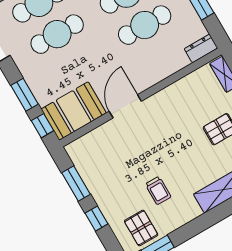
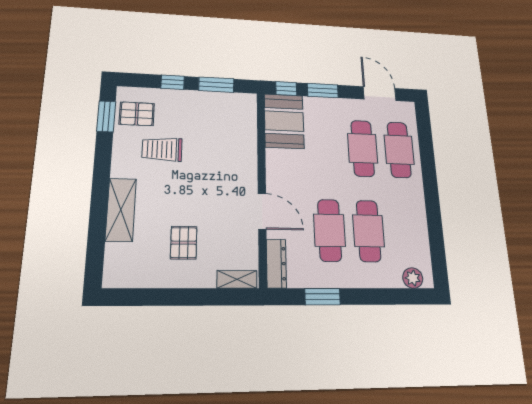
dresser: (201, 48) -> (276, 264), width x1.44
door: (125, 106) -> (262, 211), moved
trolley: (158, 190) -> (162, 149), width x1.36, depth x1.39

